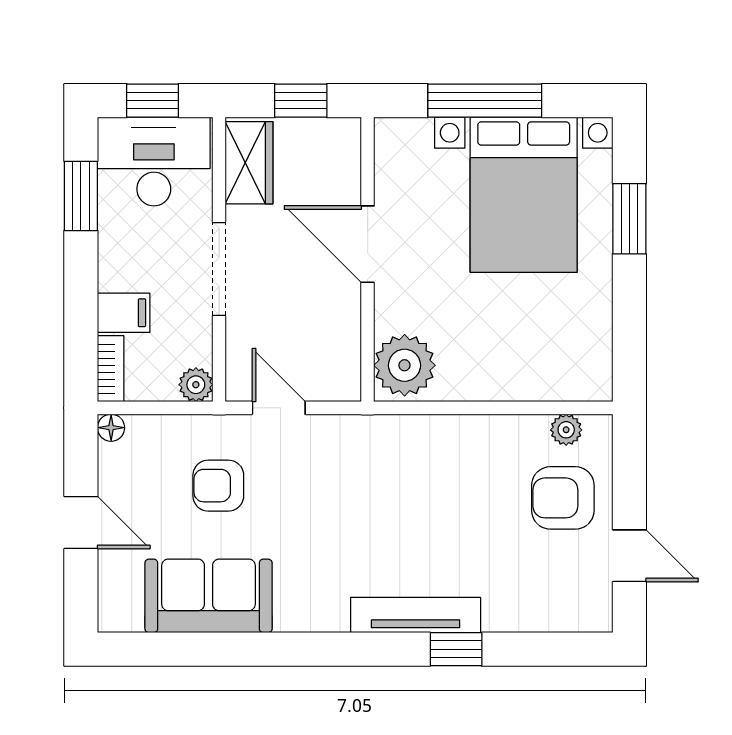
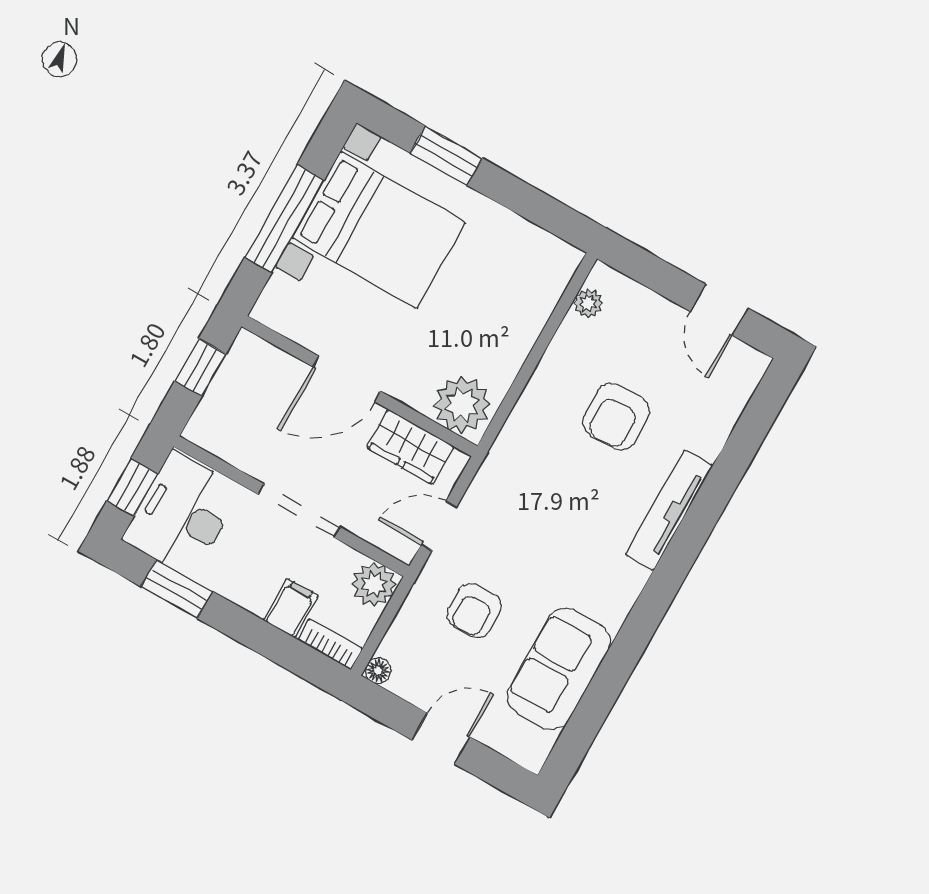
wardrobe: (249, 163) -> (410, 447), moved, turned 180
plant: (196, 385) -> (374, 585), width x1.38, depth x1.38
armchair: (563, 498) -> (616, 417), moved
door: (629, 556) -> (719, 310), swing flipped
window: (456, 649) -> (715, 493), removed

